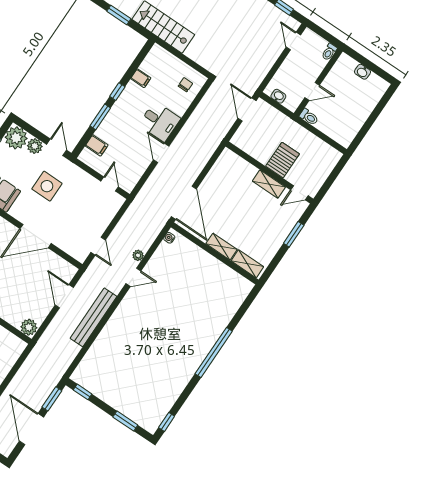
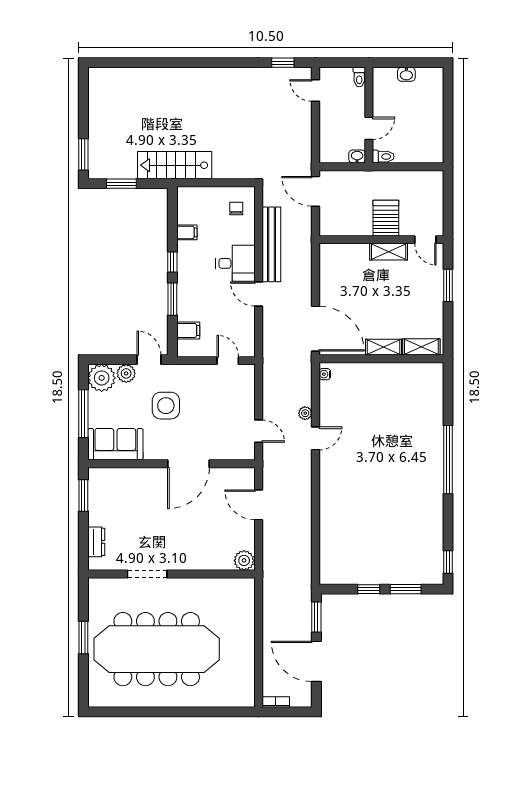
washbasin: (278, 96) -> (357, 157), moved
door: (299, 193) -> (425, 240), hinge flipped
bench: (94, 317) -> (271, 244), moved
window: (83, 392) -> (369, 589), moved

